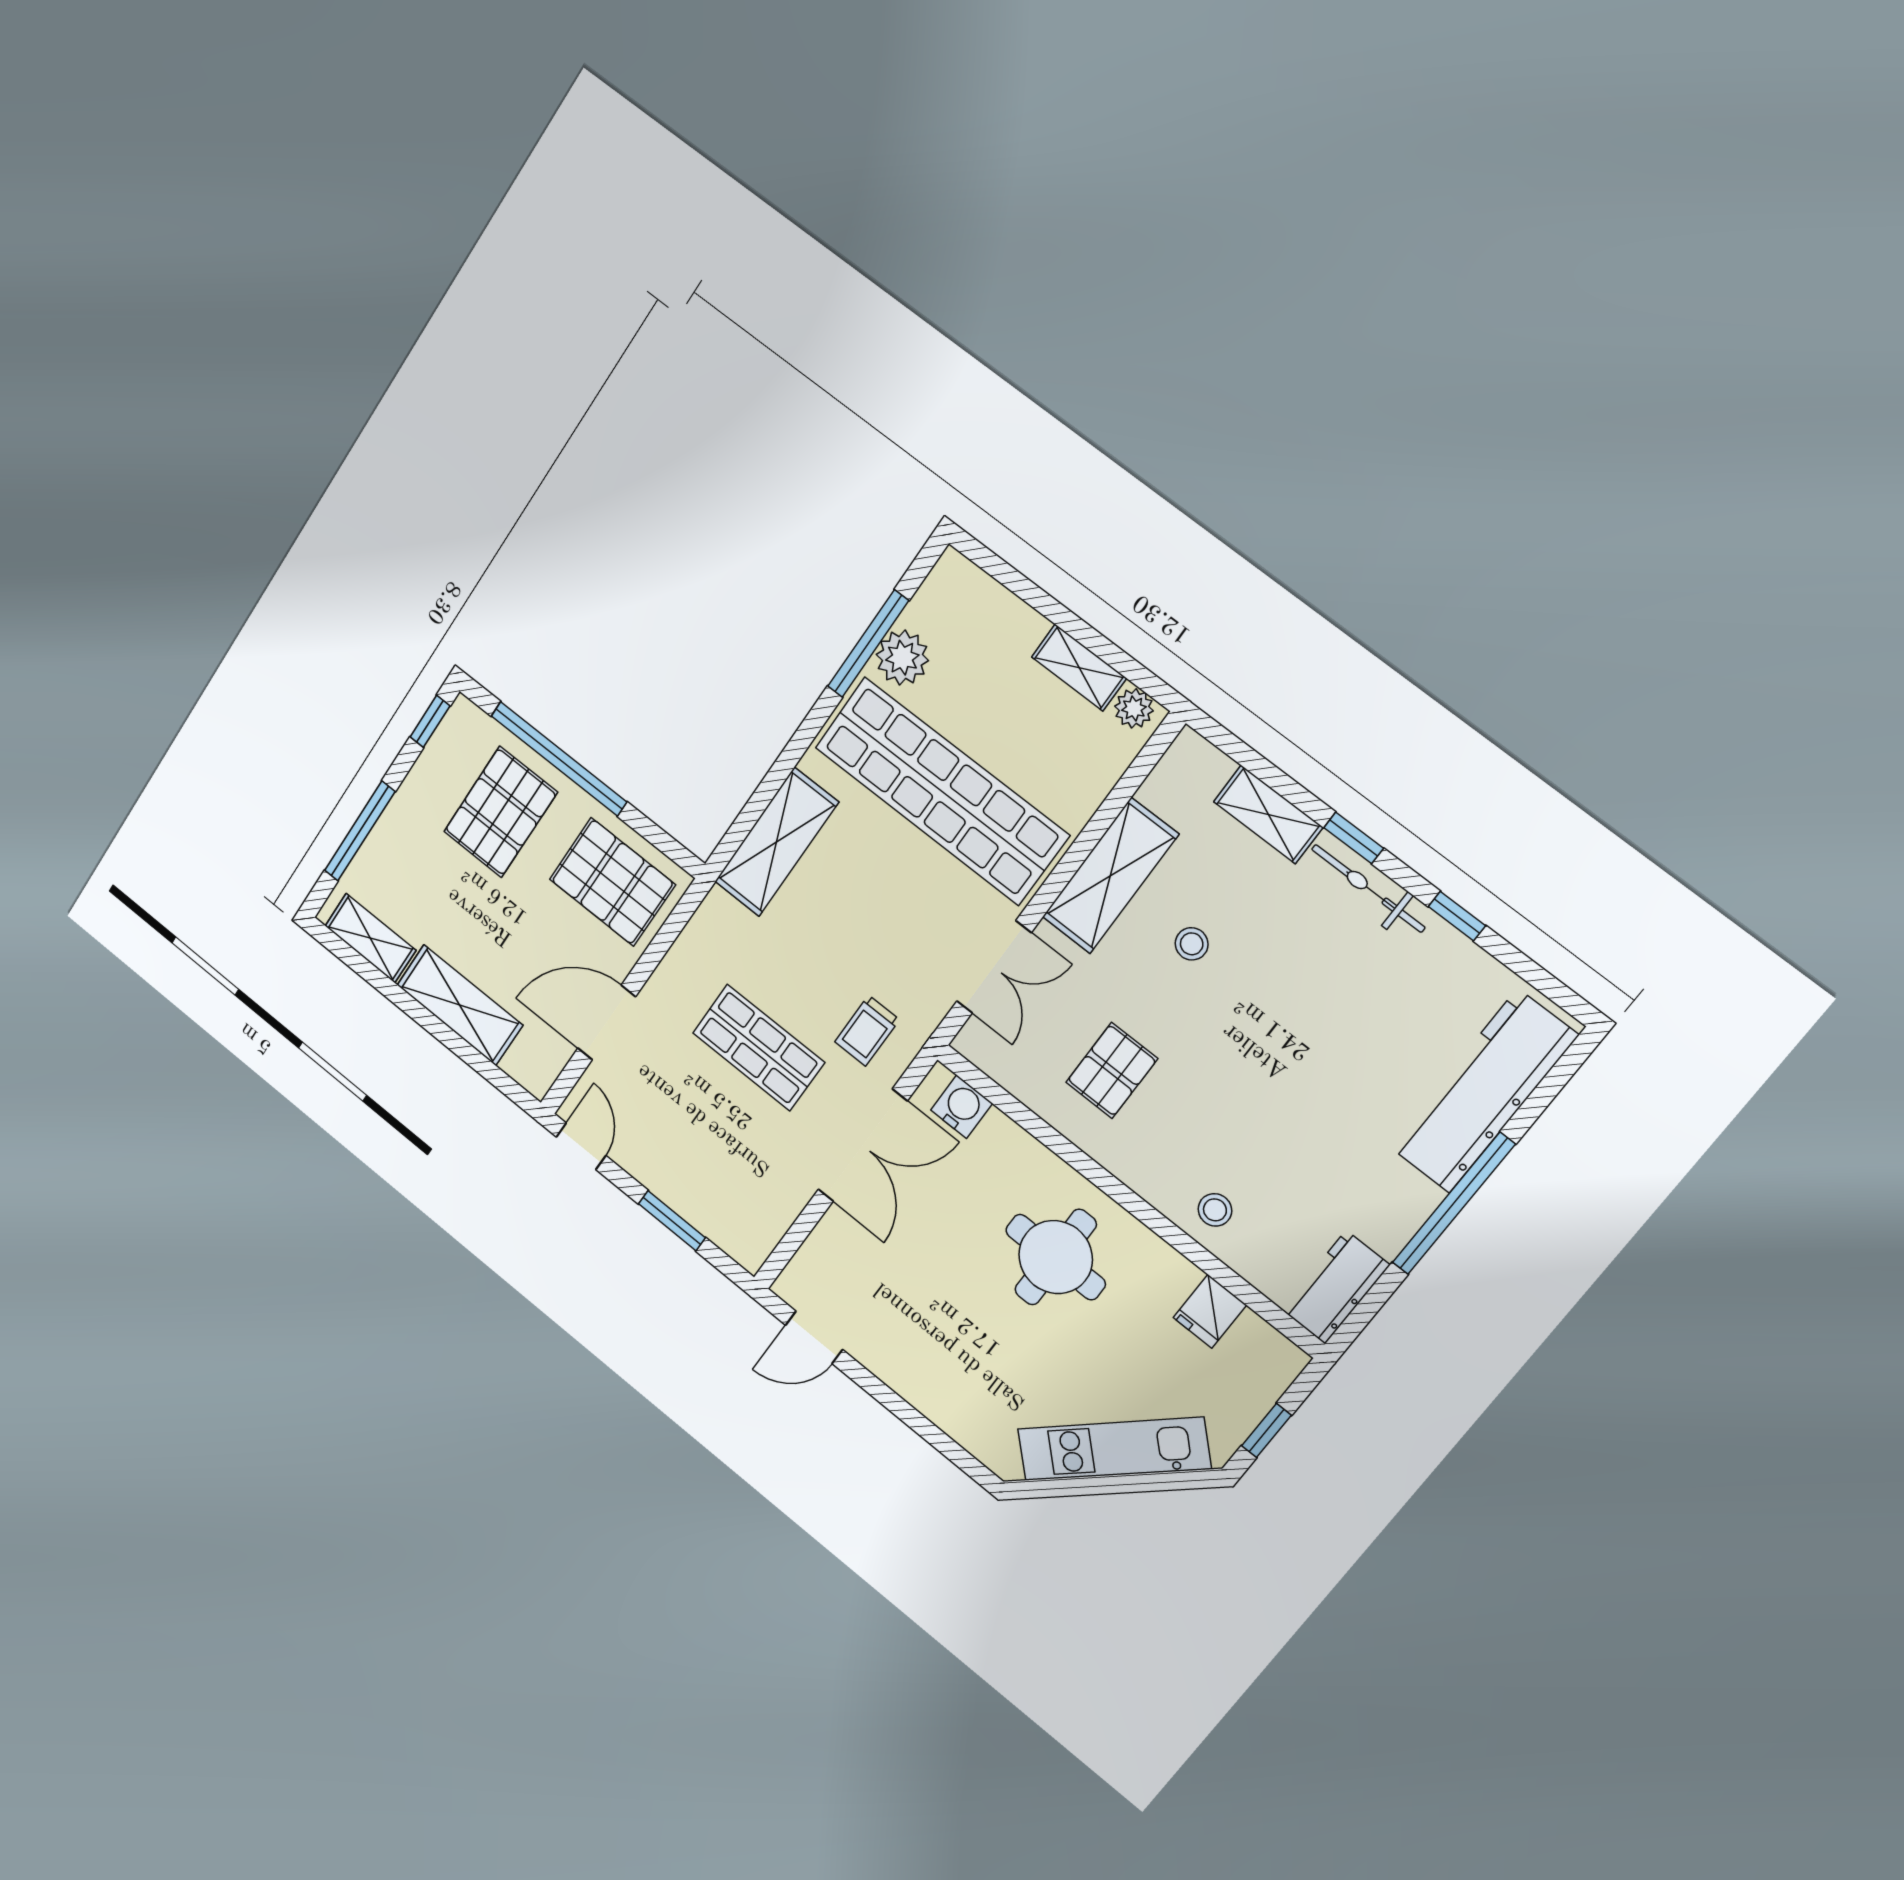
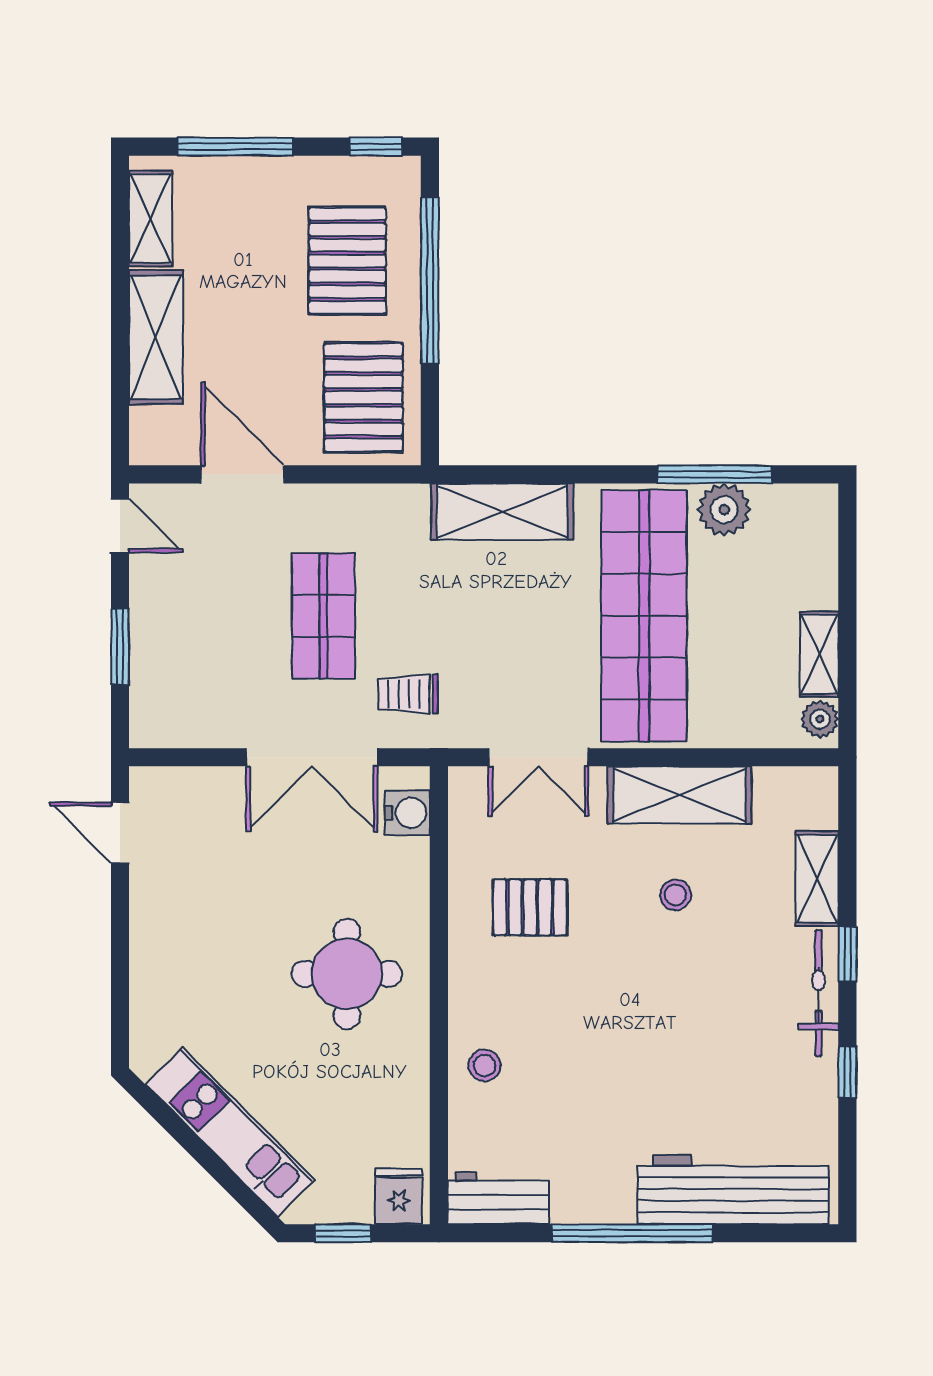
pallet: (501, 812) -> (347, 261), turned 90
door: (581, 1146) -> (120, 526), hinge flipped
fridge: (1210, 1311) -> (399, 1196), moved, turned 90

